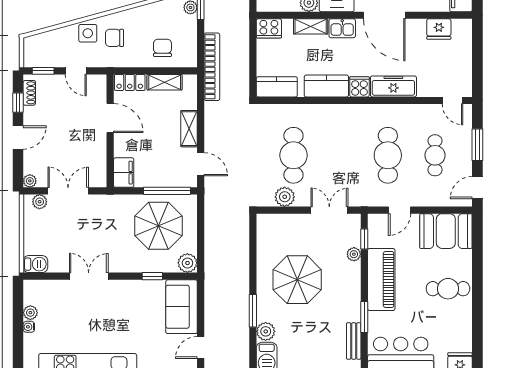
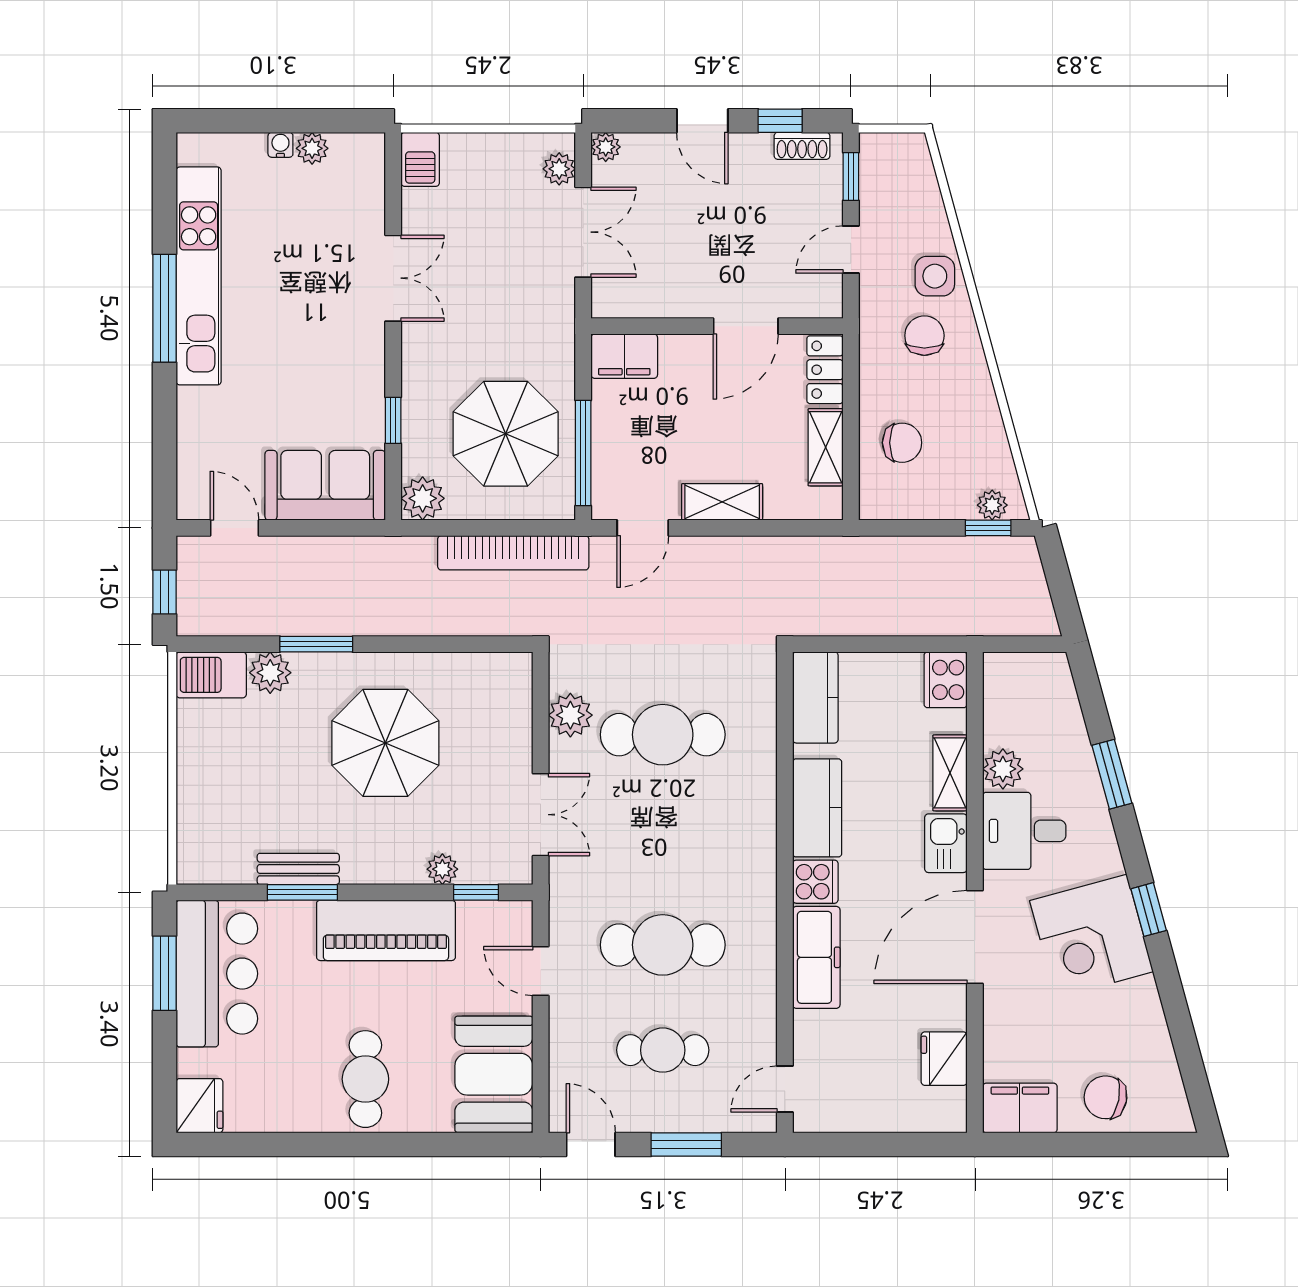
bookcase: (212, 67) -> (513, 553), moved
bench: (354, 341) -> (298, 869), moved

